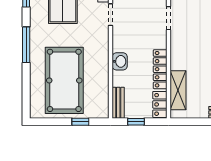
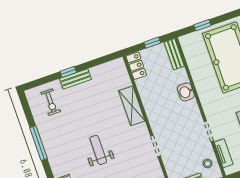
locker: (160, 69) -> (147, 98), removed
shelving: (178, 90) -> (132, 106), moved

